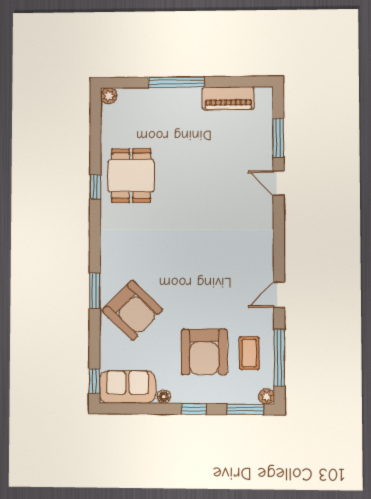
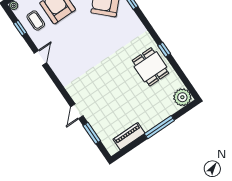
plant: (109, 96) -> (182, 97), width x1.88, depth x1.88
door: (279, 183) -> (77, 111), swing flipped
window: (279, 358) -> (20, 28), width x0.46

